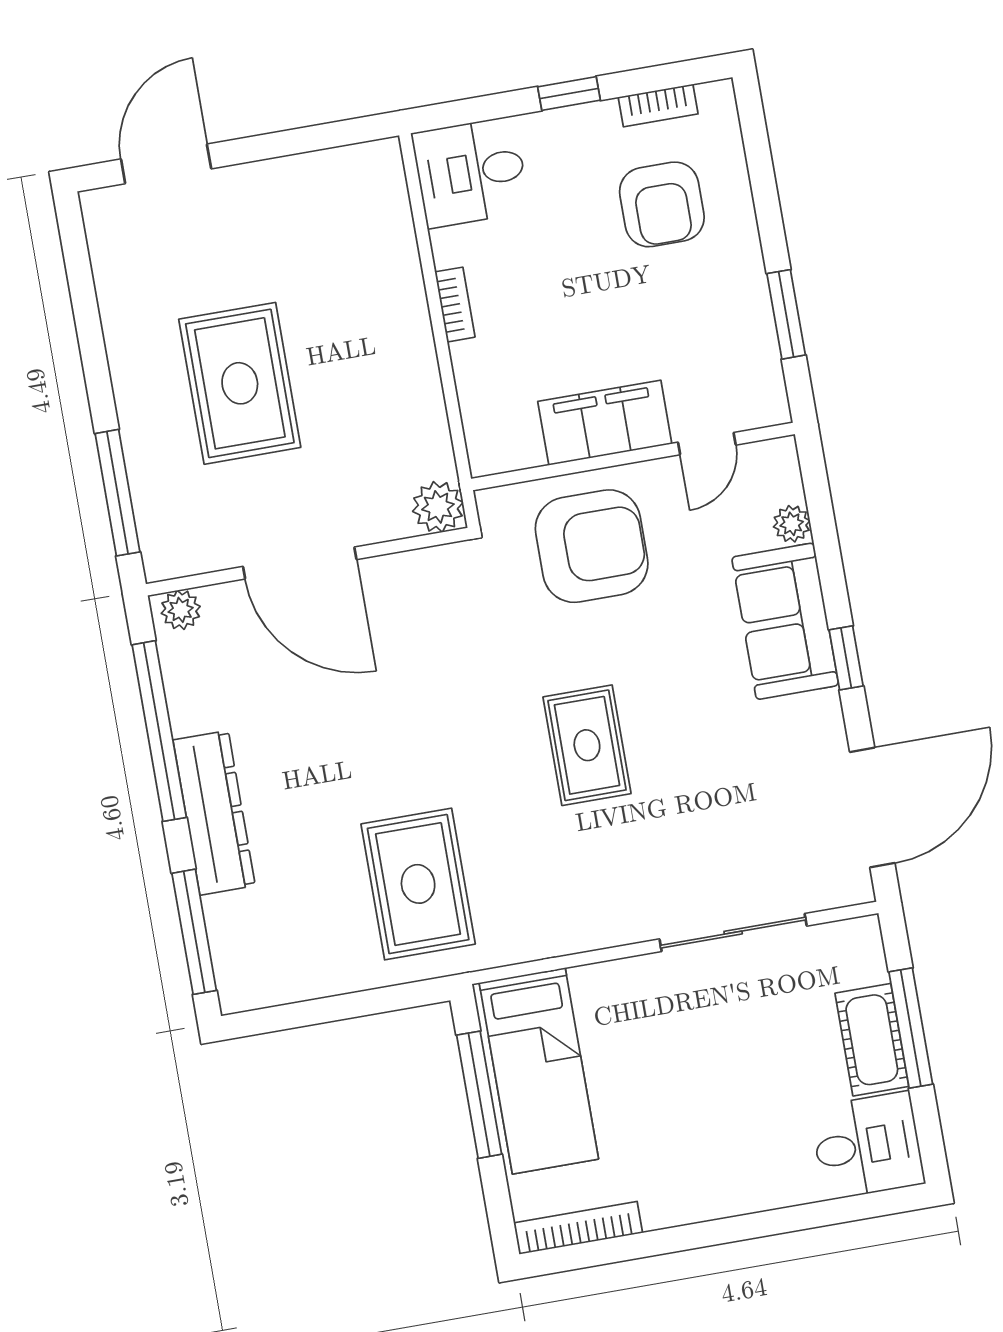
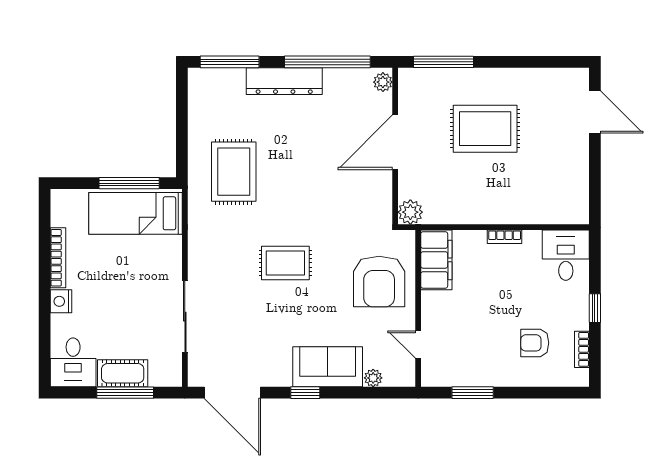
armchair: (662, 204) -> (535, 343), width x0.72, depth x0.72
filing cabinet: (605, 423) -> (436, 260), moved
rug: (418, 884) -> (234, 172), turned 90
nightstand: (746, 1192) -> (61, 301), added
bookcase: (578, 1228) -> (58, 258), moved

